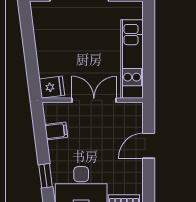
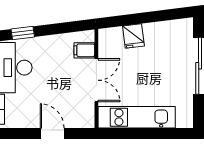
fridge: (52, 87) -> (133, 36), moved
filing cabinet: (56, 131) -> (84, 50), moved, turned 97

